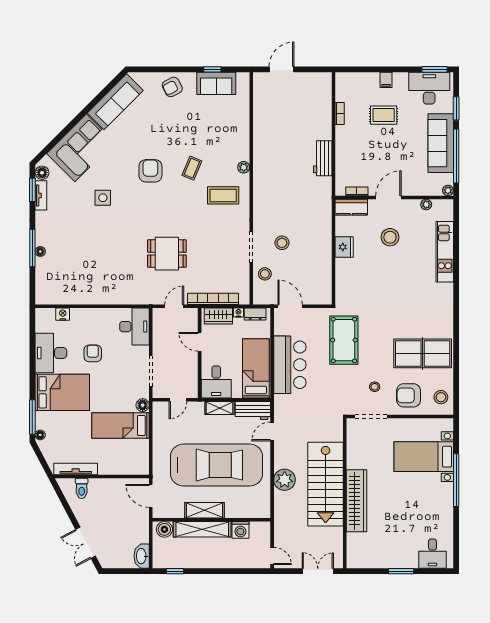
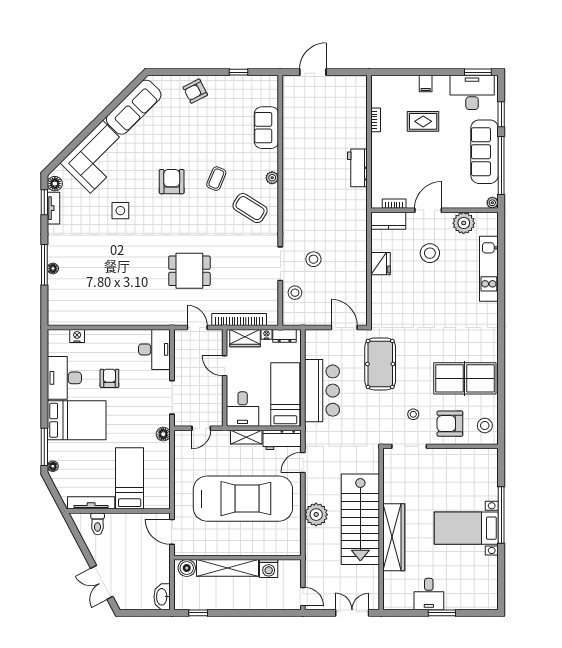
sofa: (216, 83) -> (266, 128), moved, turned 90
coffee table: (223, 195) -> (250, 208), turned 32
plant: (426, 205) -> (464, 223), width x1.87, depth x1.87
door: (174, 306) -> (197, 328), hinge flipped
door: (290, 306) -> (344, 328), moved
bed: (120, 426) -> (130, 478), moved, turned 90
bed with nightstands: (424, 457) -> (466, 528), moved
shelving: (205, 510) -> (230, 547), removed
desk: (432, 554) -> (429, 594), moved

